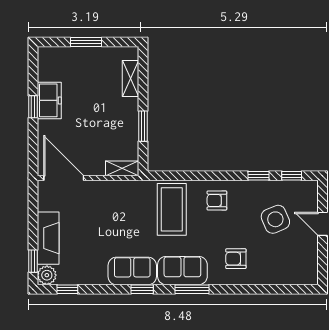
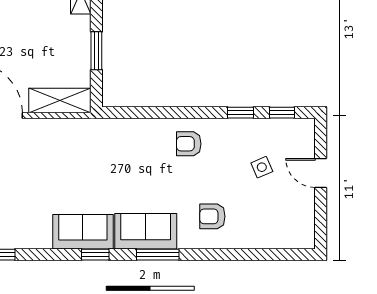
shelving: (122, 168) -> (60, 101), width x1.50, depth x1.33
coffee table: (172, 209) -> (132, 155), removed
side table: (275, 219) -> (262, 167), width x0.54, depth x0.54

